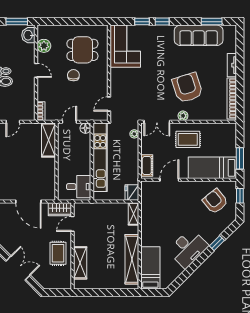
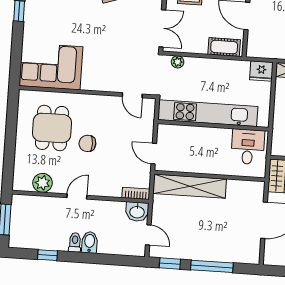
window: (142, 22) -> (17, 40), removed
washbasin: (28, 35) -> (137, 212), moved
floor lamp: (85, 128) -> (165, 131), removed
shelving: (49, 140) -> (190, 186), width x1.47

